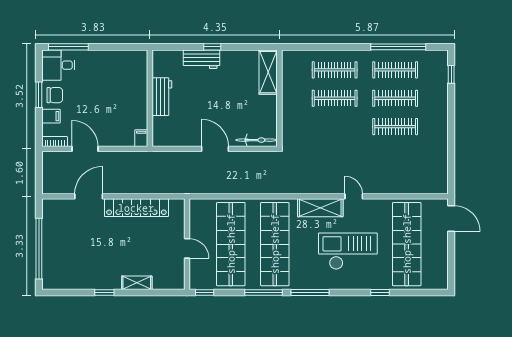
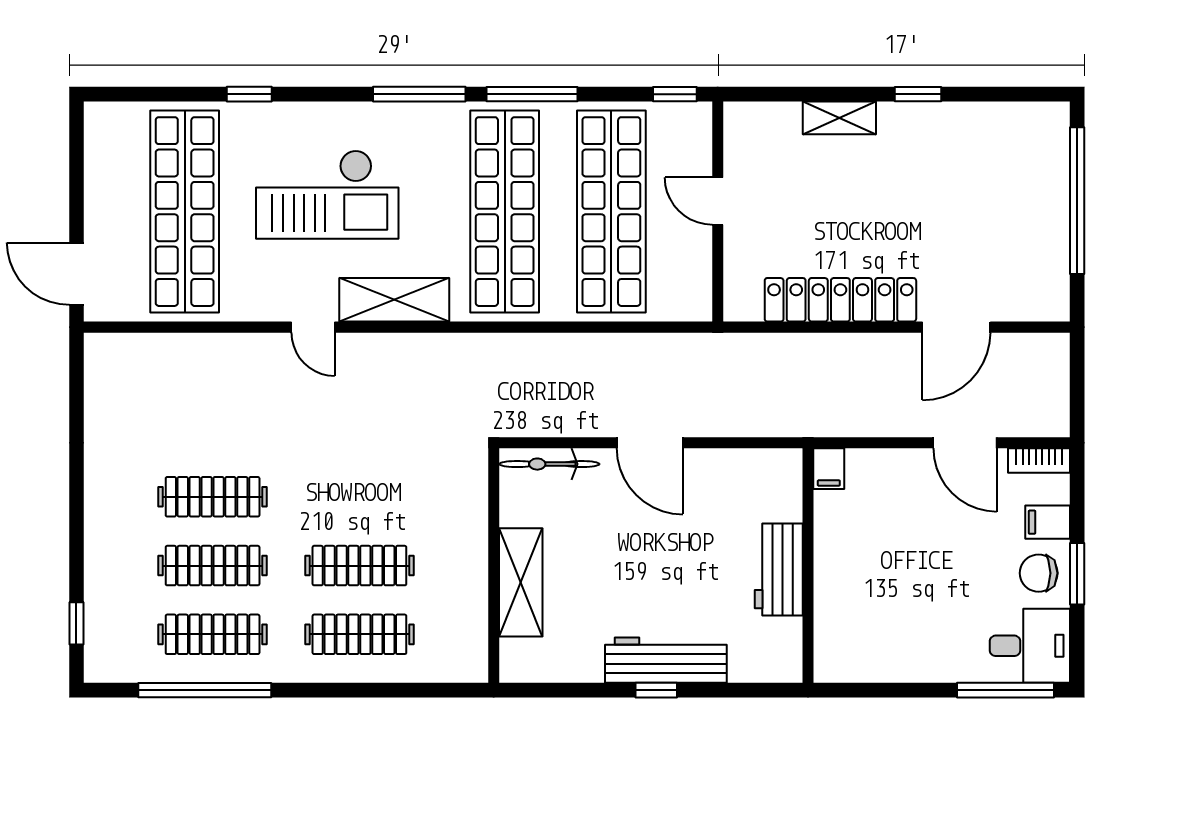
workbench: (202, 59) -> (666, 660), width x1.38
shelving: (268, 72) -> (521, 582), moved

